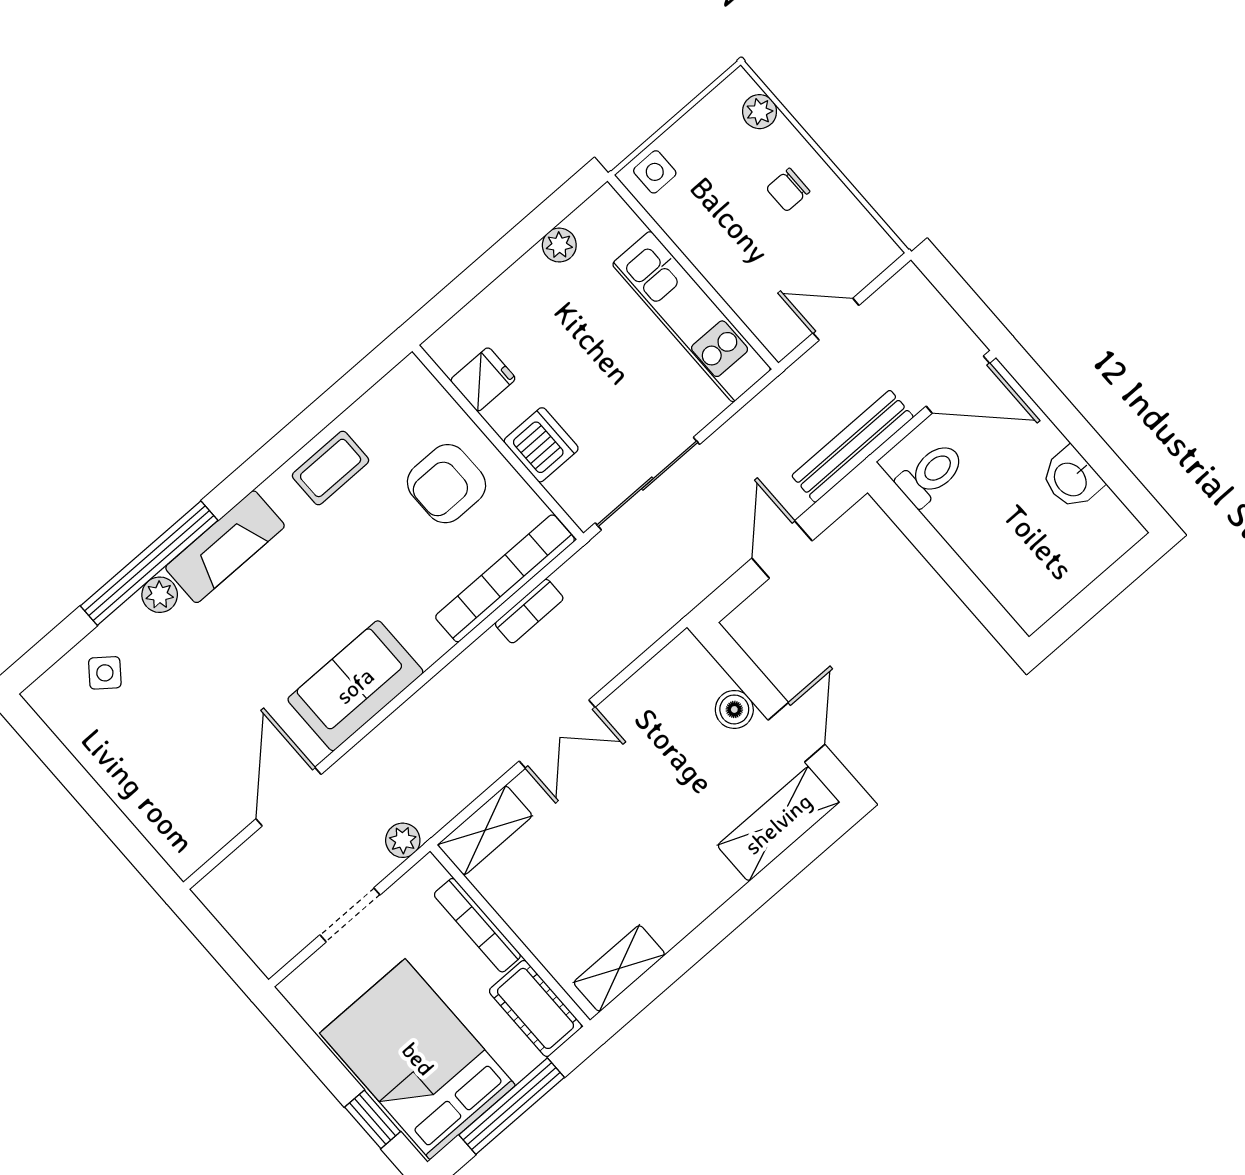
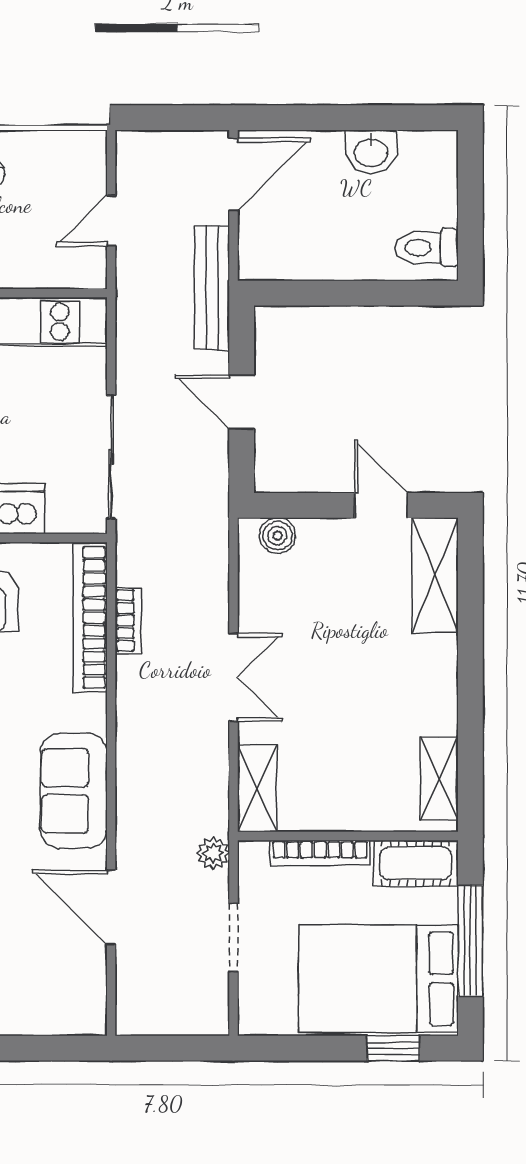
toilet: (931, 474) -> (427, 247), moved, turned -90
boiler: (734, 709) -> (277, 536), moved

